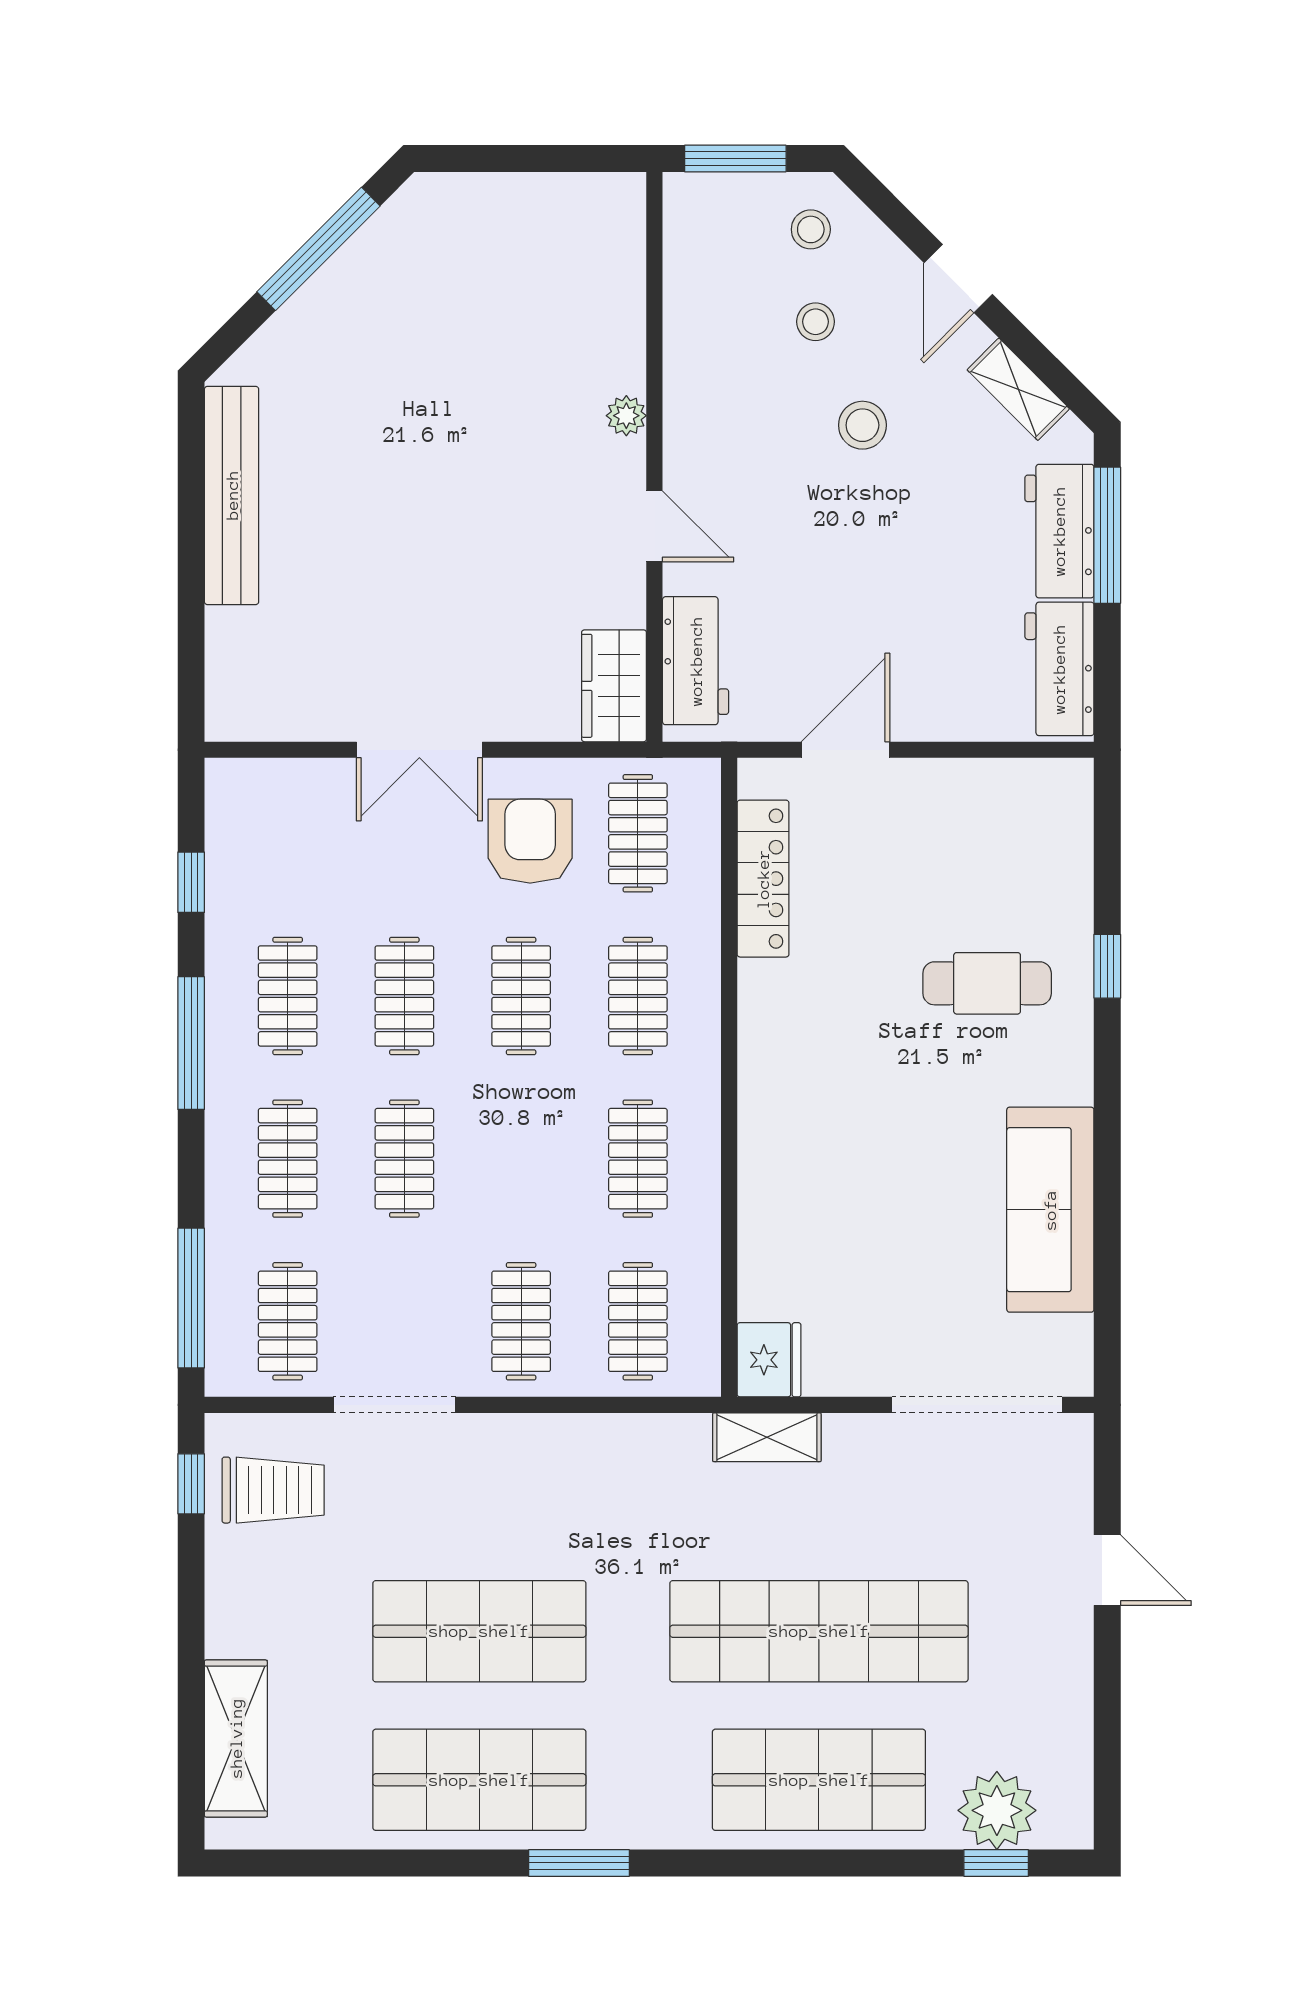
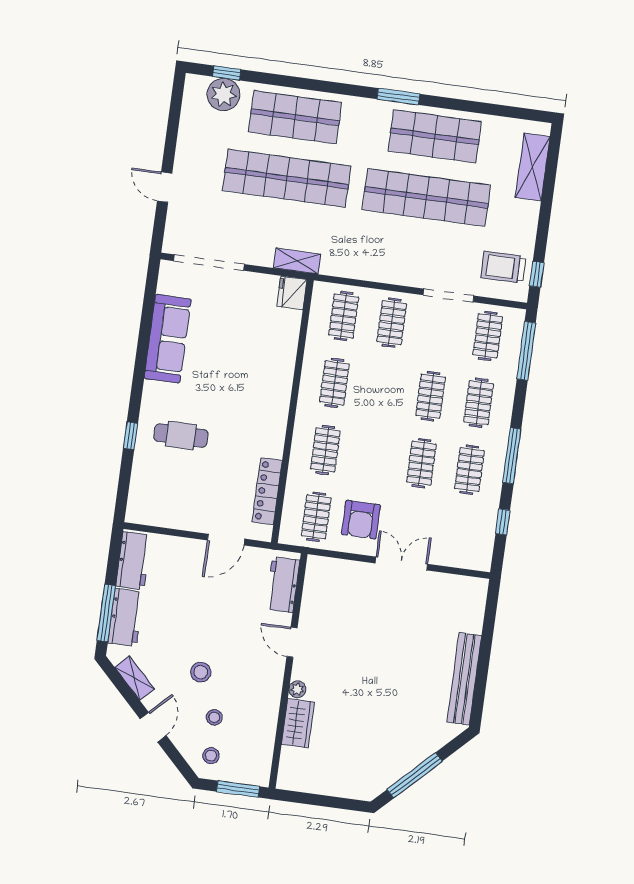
wardrobe: (614, 686) -> (298, 723), moved
clothes rail: (521, 996) -> (373, 457), removed
shop shelf: (479, 1631) -> (426, 197), width x1.40

